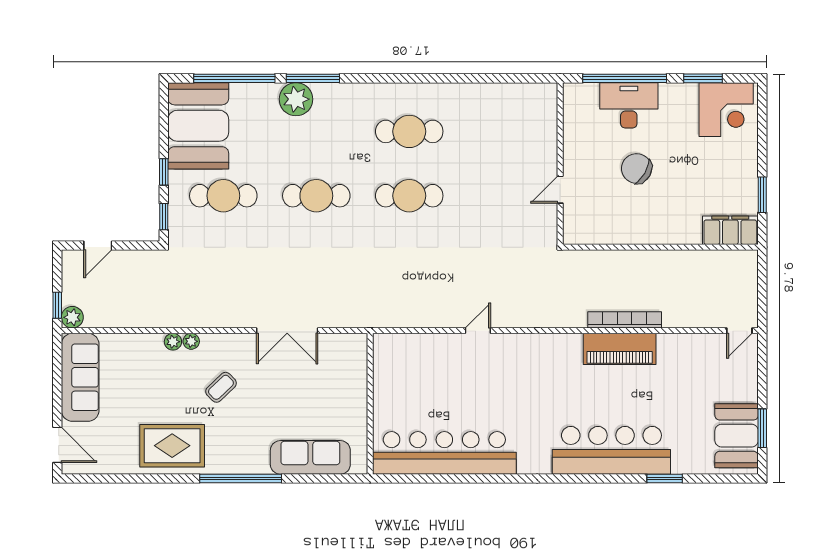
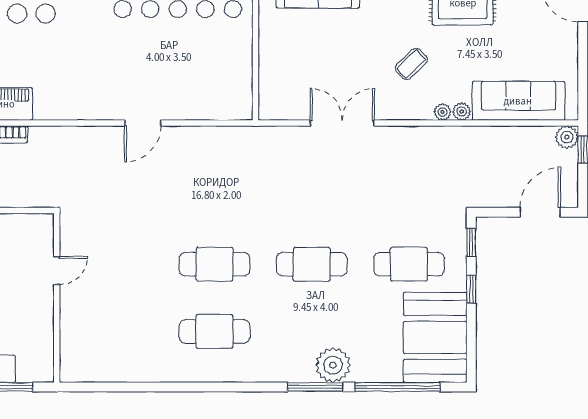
door: (98, 245) -> (540, 212), width x1.38
door: (478, 331) -> (143, 123), width x1.38
sofa: (80, 377) -> (518, 101), moved, turned 90

